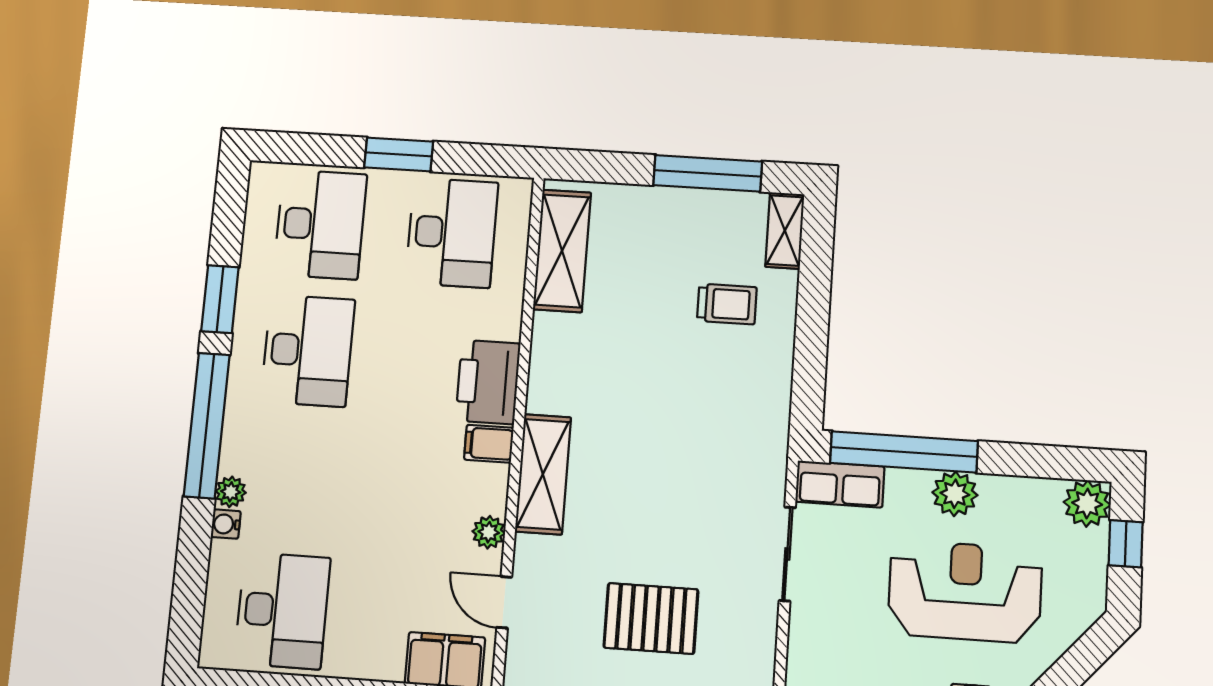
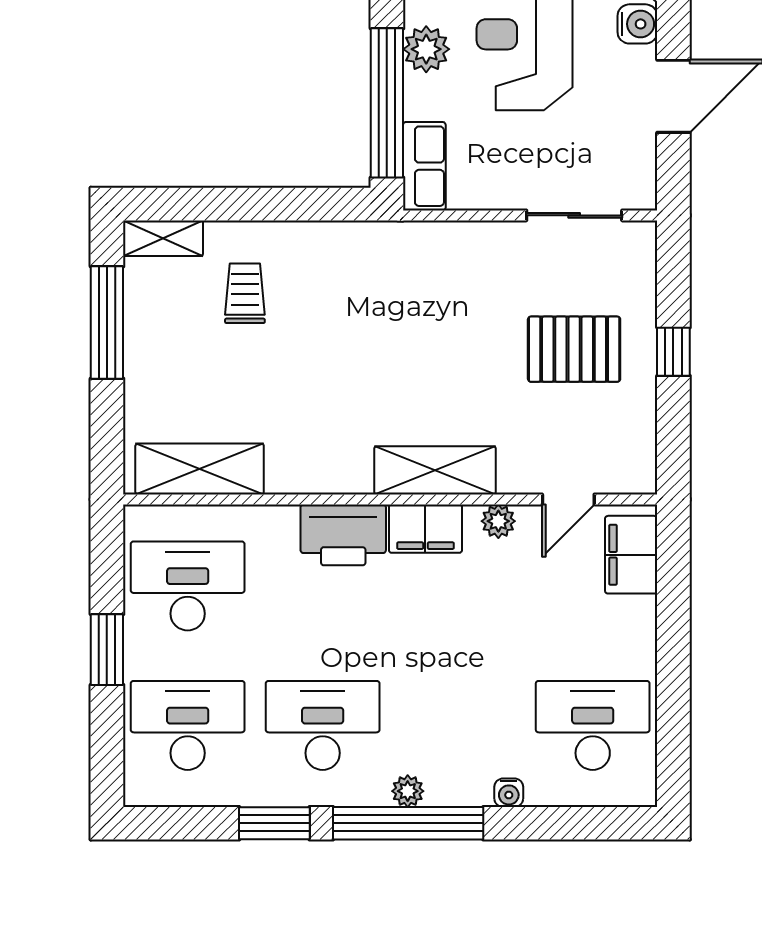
filing cabinet: (489, 444) -> (425, 529), width x2.00
plant: (231, 492) -> (408, 791), moved
sliding door: (787, 554) -> (574, 215), moved
pallet: (651, 618) -> (574, 349), turned 90

